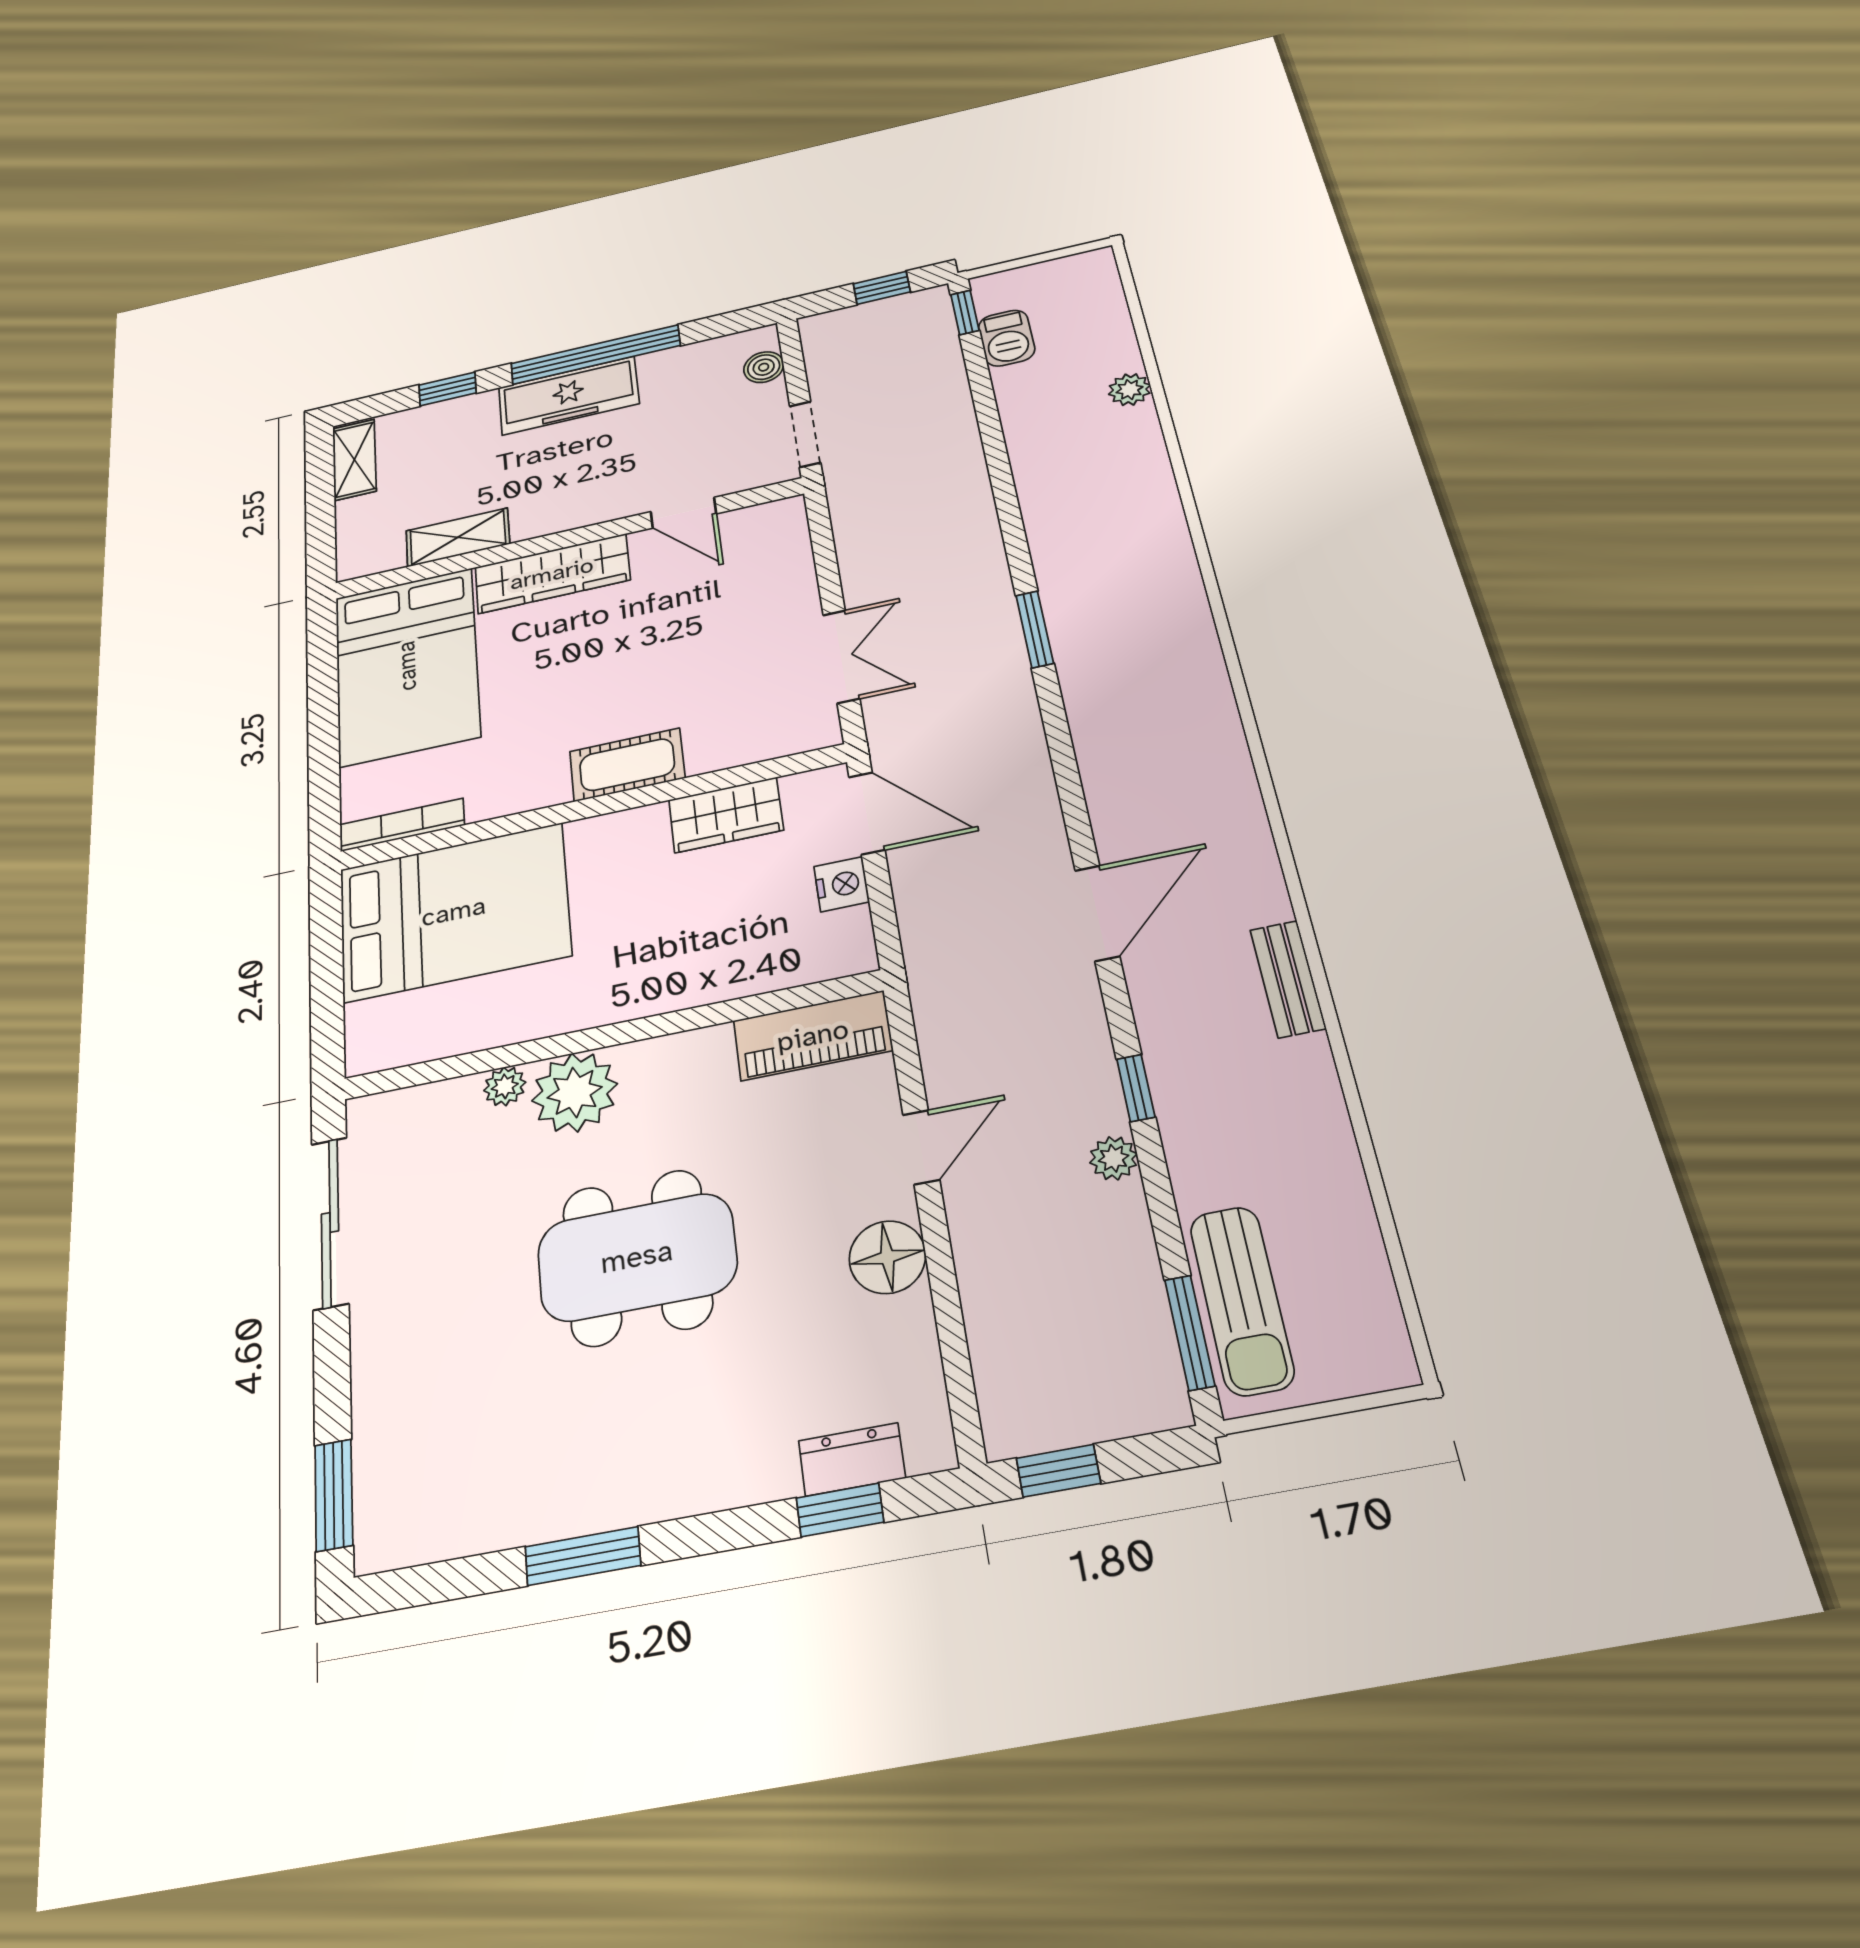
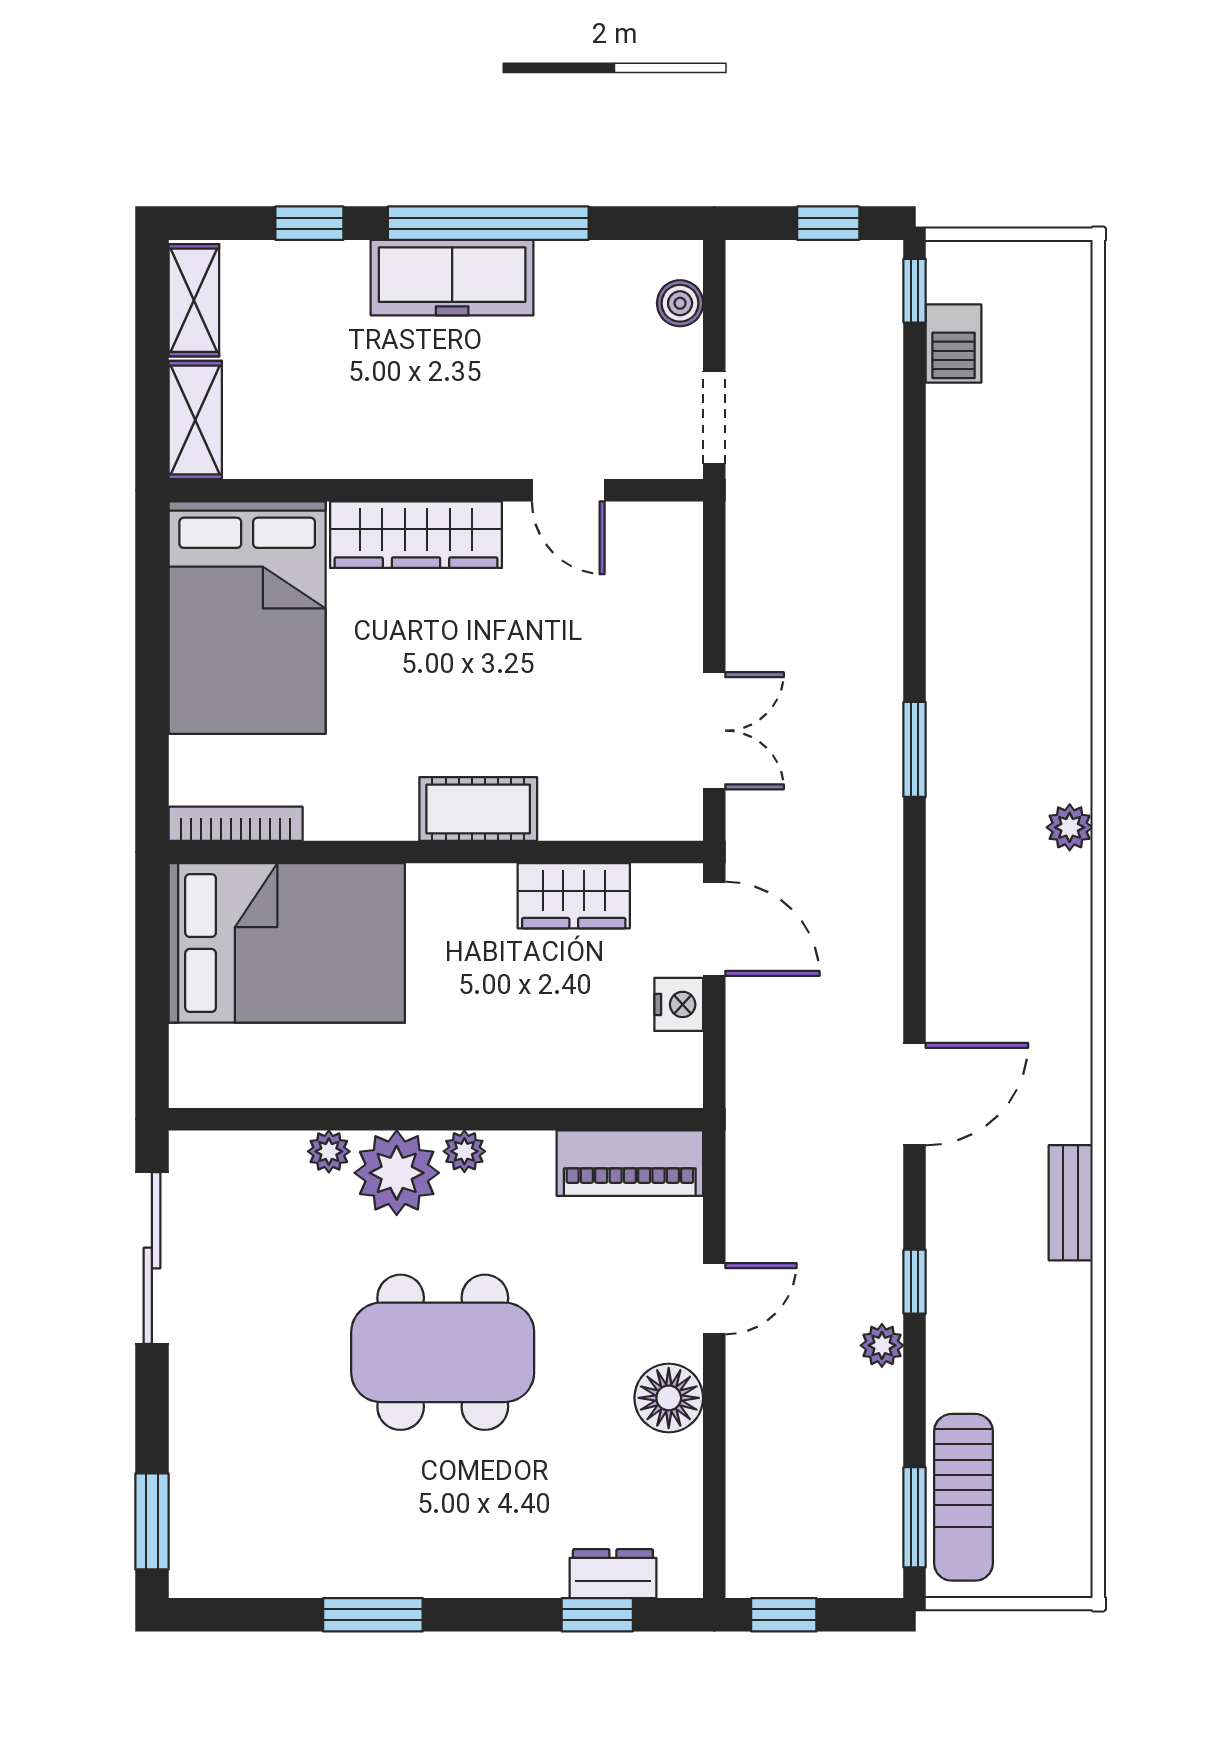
plant: (1130, 390) -> (1070, 827), moved
shelving: (458, 537) -> (195, 420), moved, turned 90
plant: (642, 1059) -> (464, 1151), added

